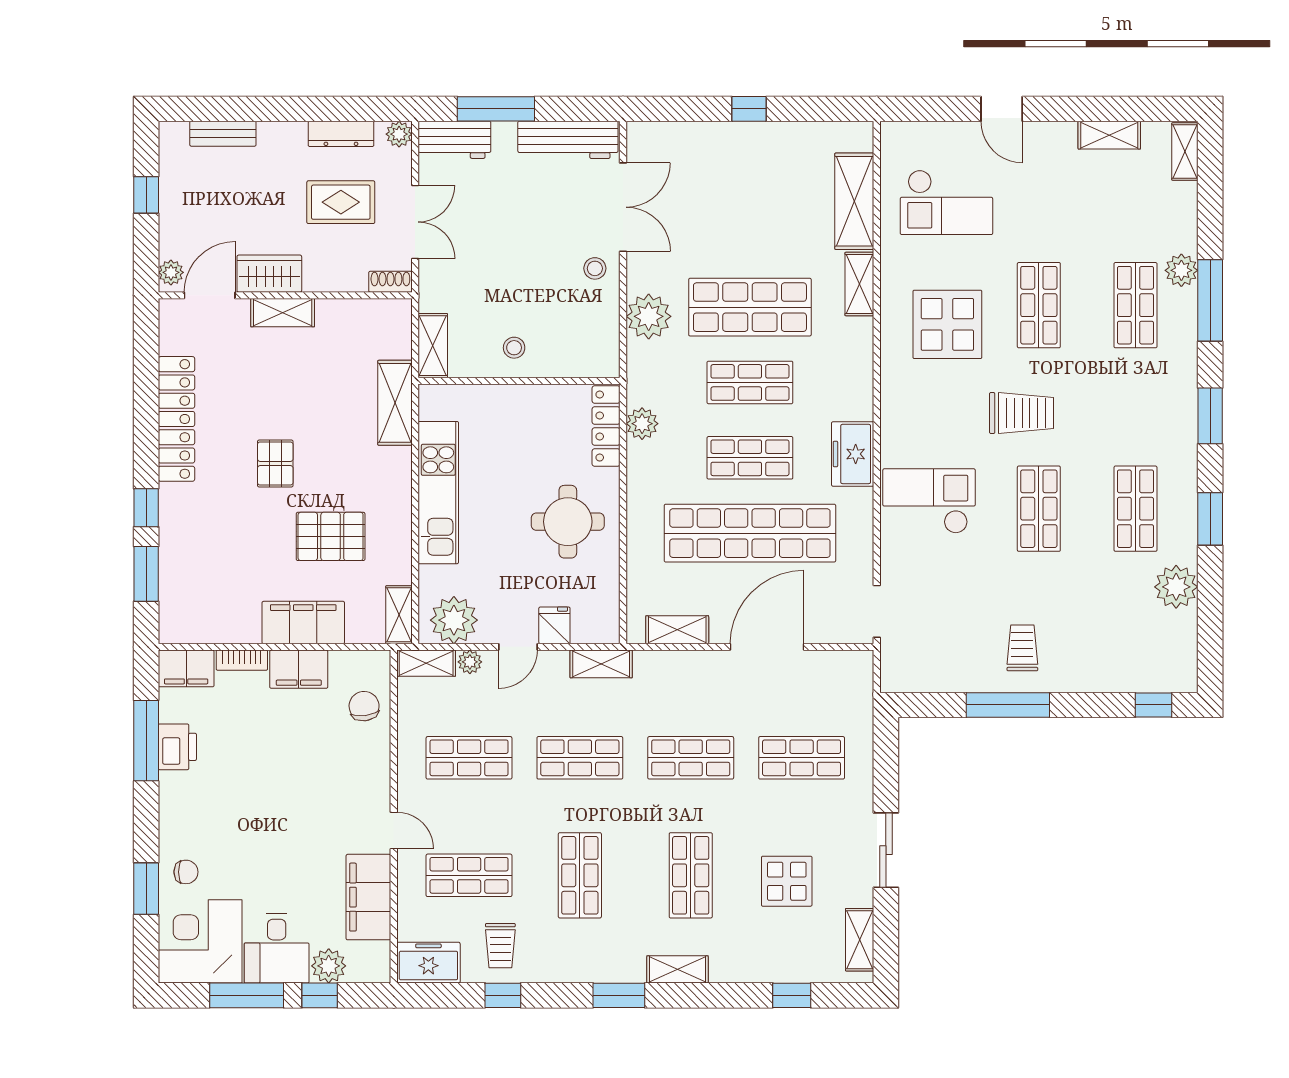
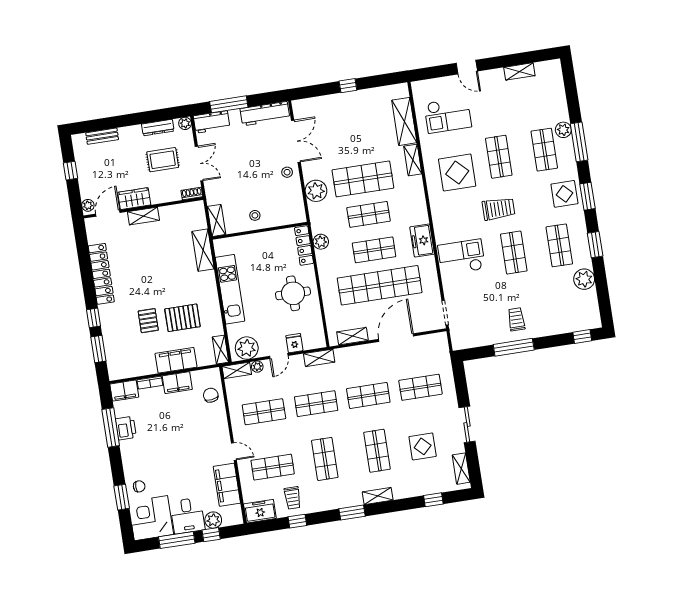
shelving: (1185, 151) -> (556, 74), removed
display table: (1163, 404) -> (564, 194), added
pallet: (275, 463) -> (148, 321), moved

